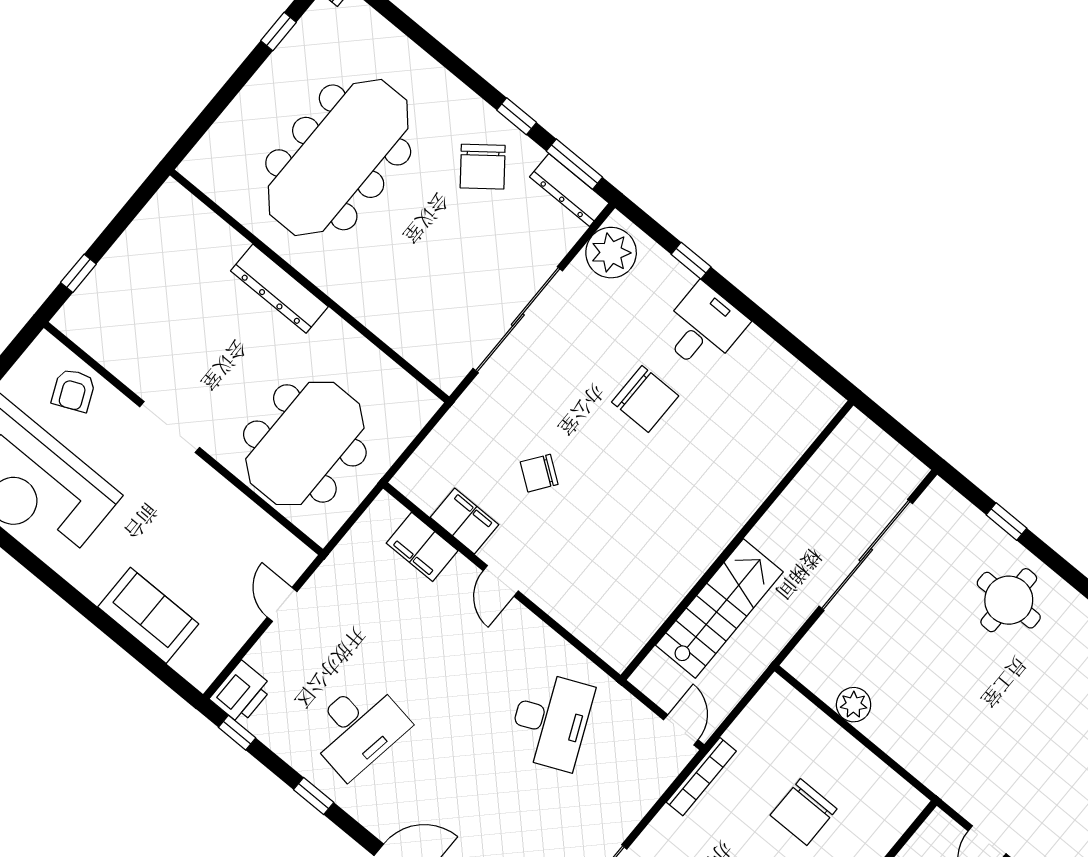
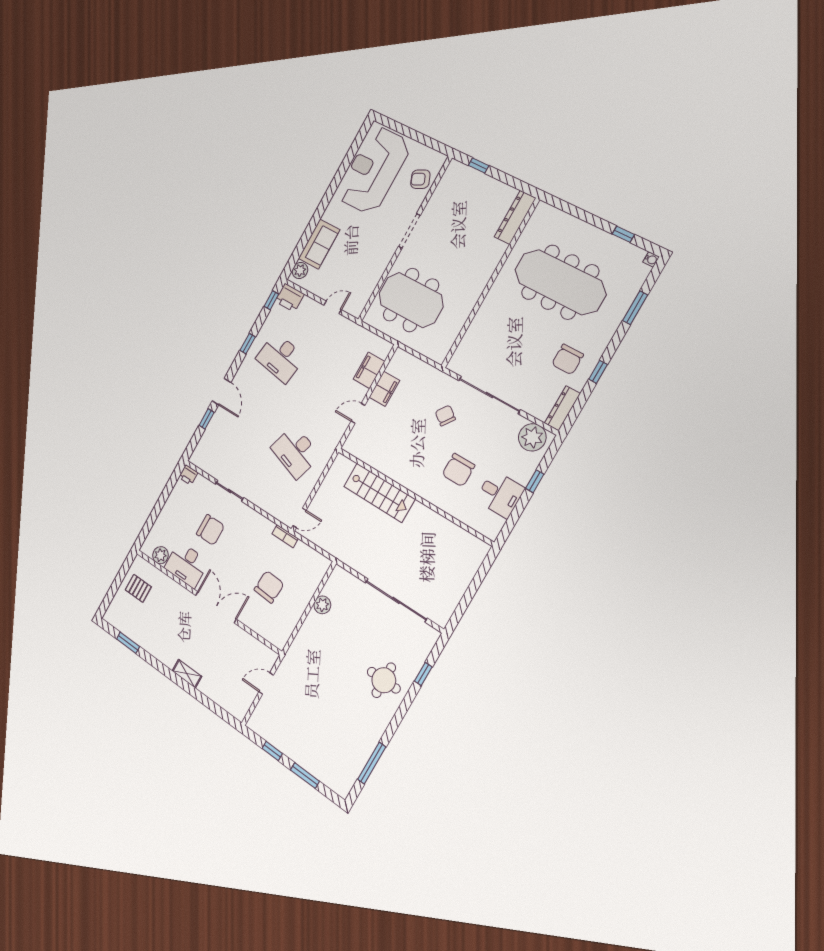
window: (574, 164) -> (635, 308), moved
chair: (483, 167) -> (567, 359), turned -52
dresser: (279, 289) -> (515, 217), moved
chair: (539, 473) -> (445, 416), moved
wall: (737, 540) -> (414, 496), moved
stairs: (719, 609) -> (379, 493), moved
plant: (191, 663) -> (300, 270), added
desk: (551, 721) -> (295, 452), turned 42
bookcase: (701, 777) -> (285, 536), width x0.64
chair: (804, 812) -> (269, 587), turned 94

